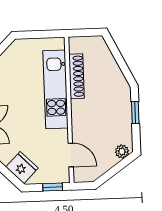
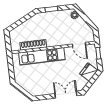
door: (71, 155) -> (79, 44), swing flipped

